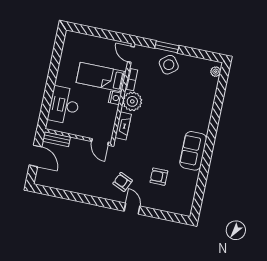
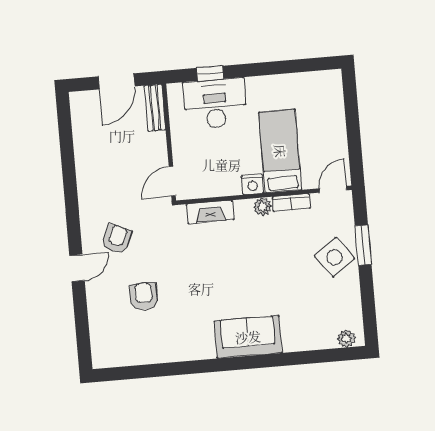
plant: (132, 101) -> (262, 207), width x0.53, depth x0.53
window: (47, 103) -> (210, 73), added
sofa: (193, 151) -> (248, 337), moved

